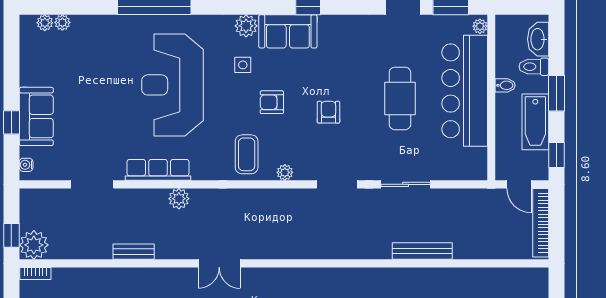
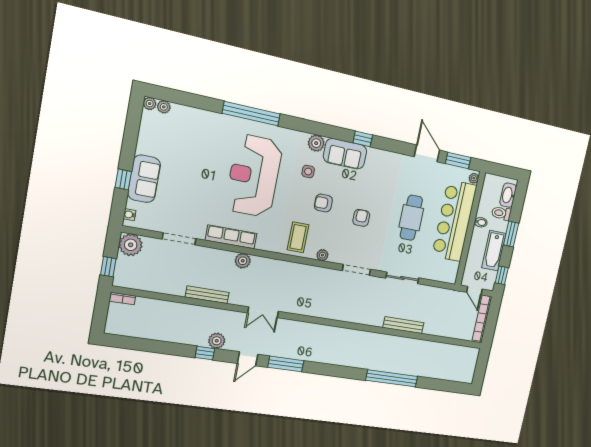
plant: (62, 22) -> (150, 104), moved
plant: (34, 245) -> (131, 245), moved
bench: (134, 252) -> (207, 295), width x1.36

